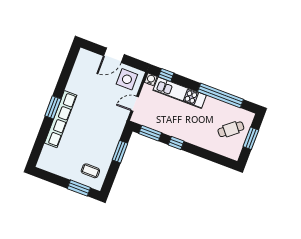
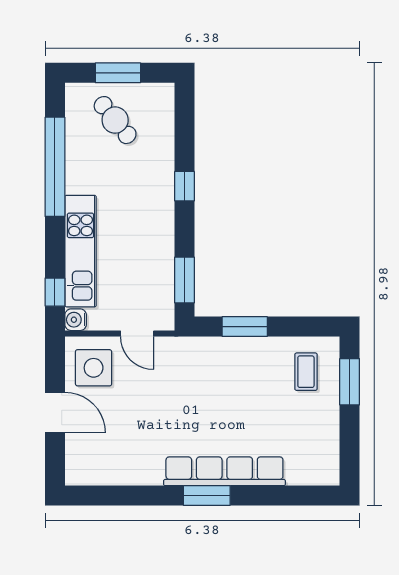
window: (176, 143) -> (184, 186), moved

